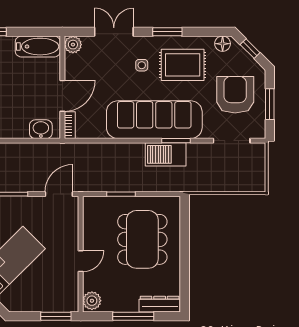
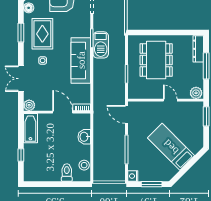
window: (167, 32) -> (21, 33), moved
sofa: (154, 120) -> (81, 60), width x0.74, depth x0.79
washbasin: (41, 129) -> (84, 137), moved
dining table: (142, 239) -> (156, 60), turned 90

